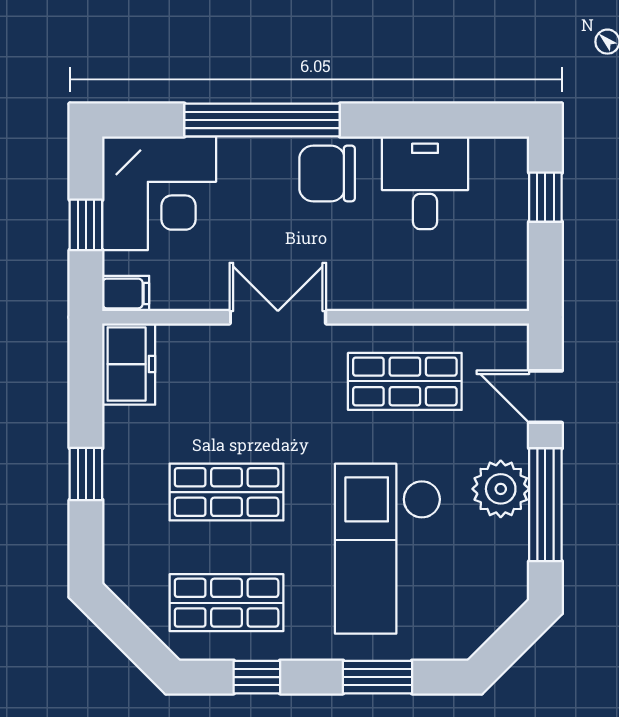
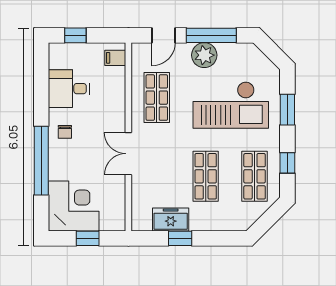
chair: (327, 173) -> (65, 132), width x0.54, depth x0.54
filing cabinet: (126, 293) -> (115, 58), moved, turned -90
freezer: (129, 364) -> (171, 220), moved
window: (86, 474) -> (180, 238), moved

